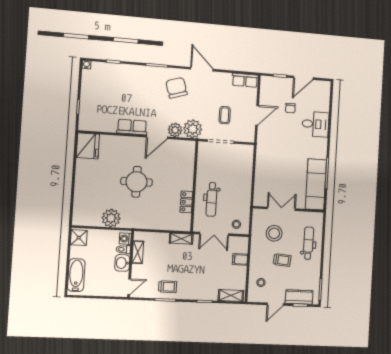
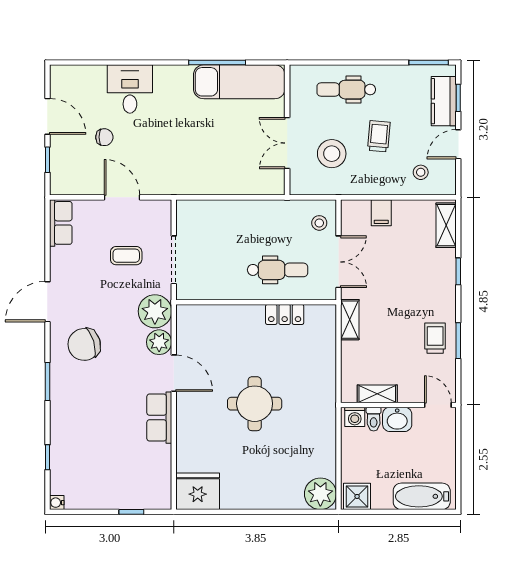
plant: (111, 218) -> (320, 494), moved
door: (275, 304) -> (458, 144), swing flipped

